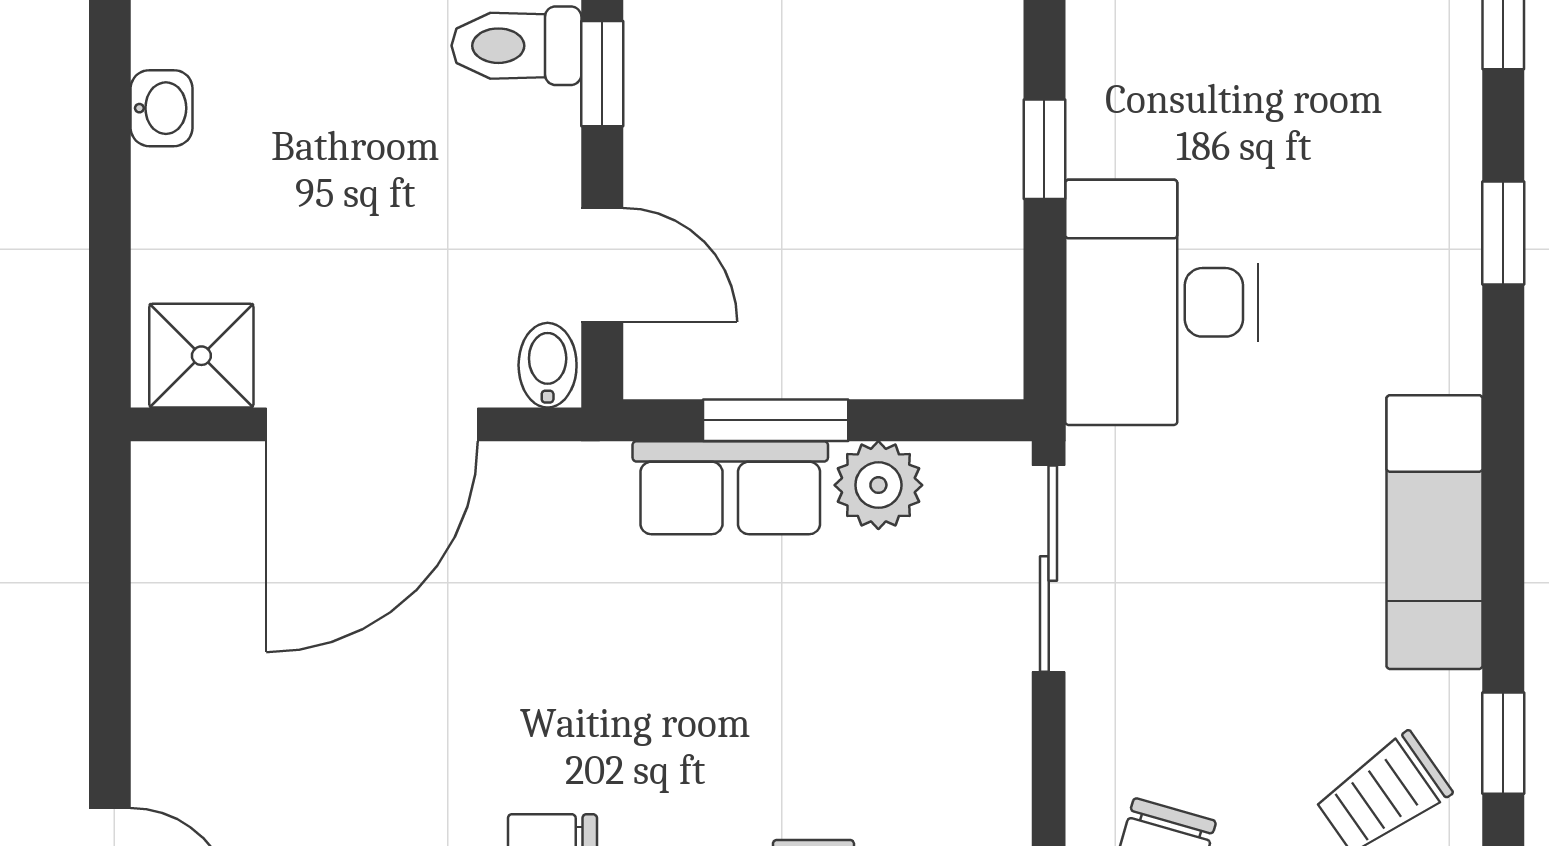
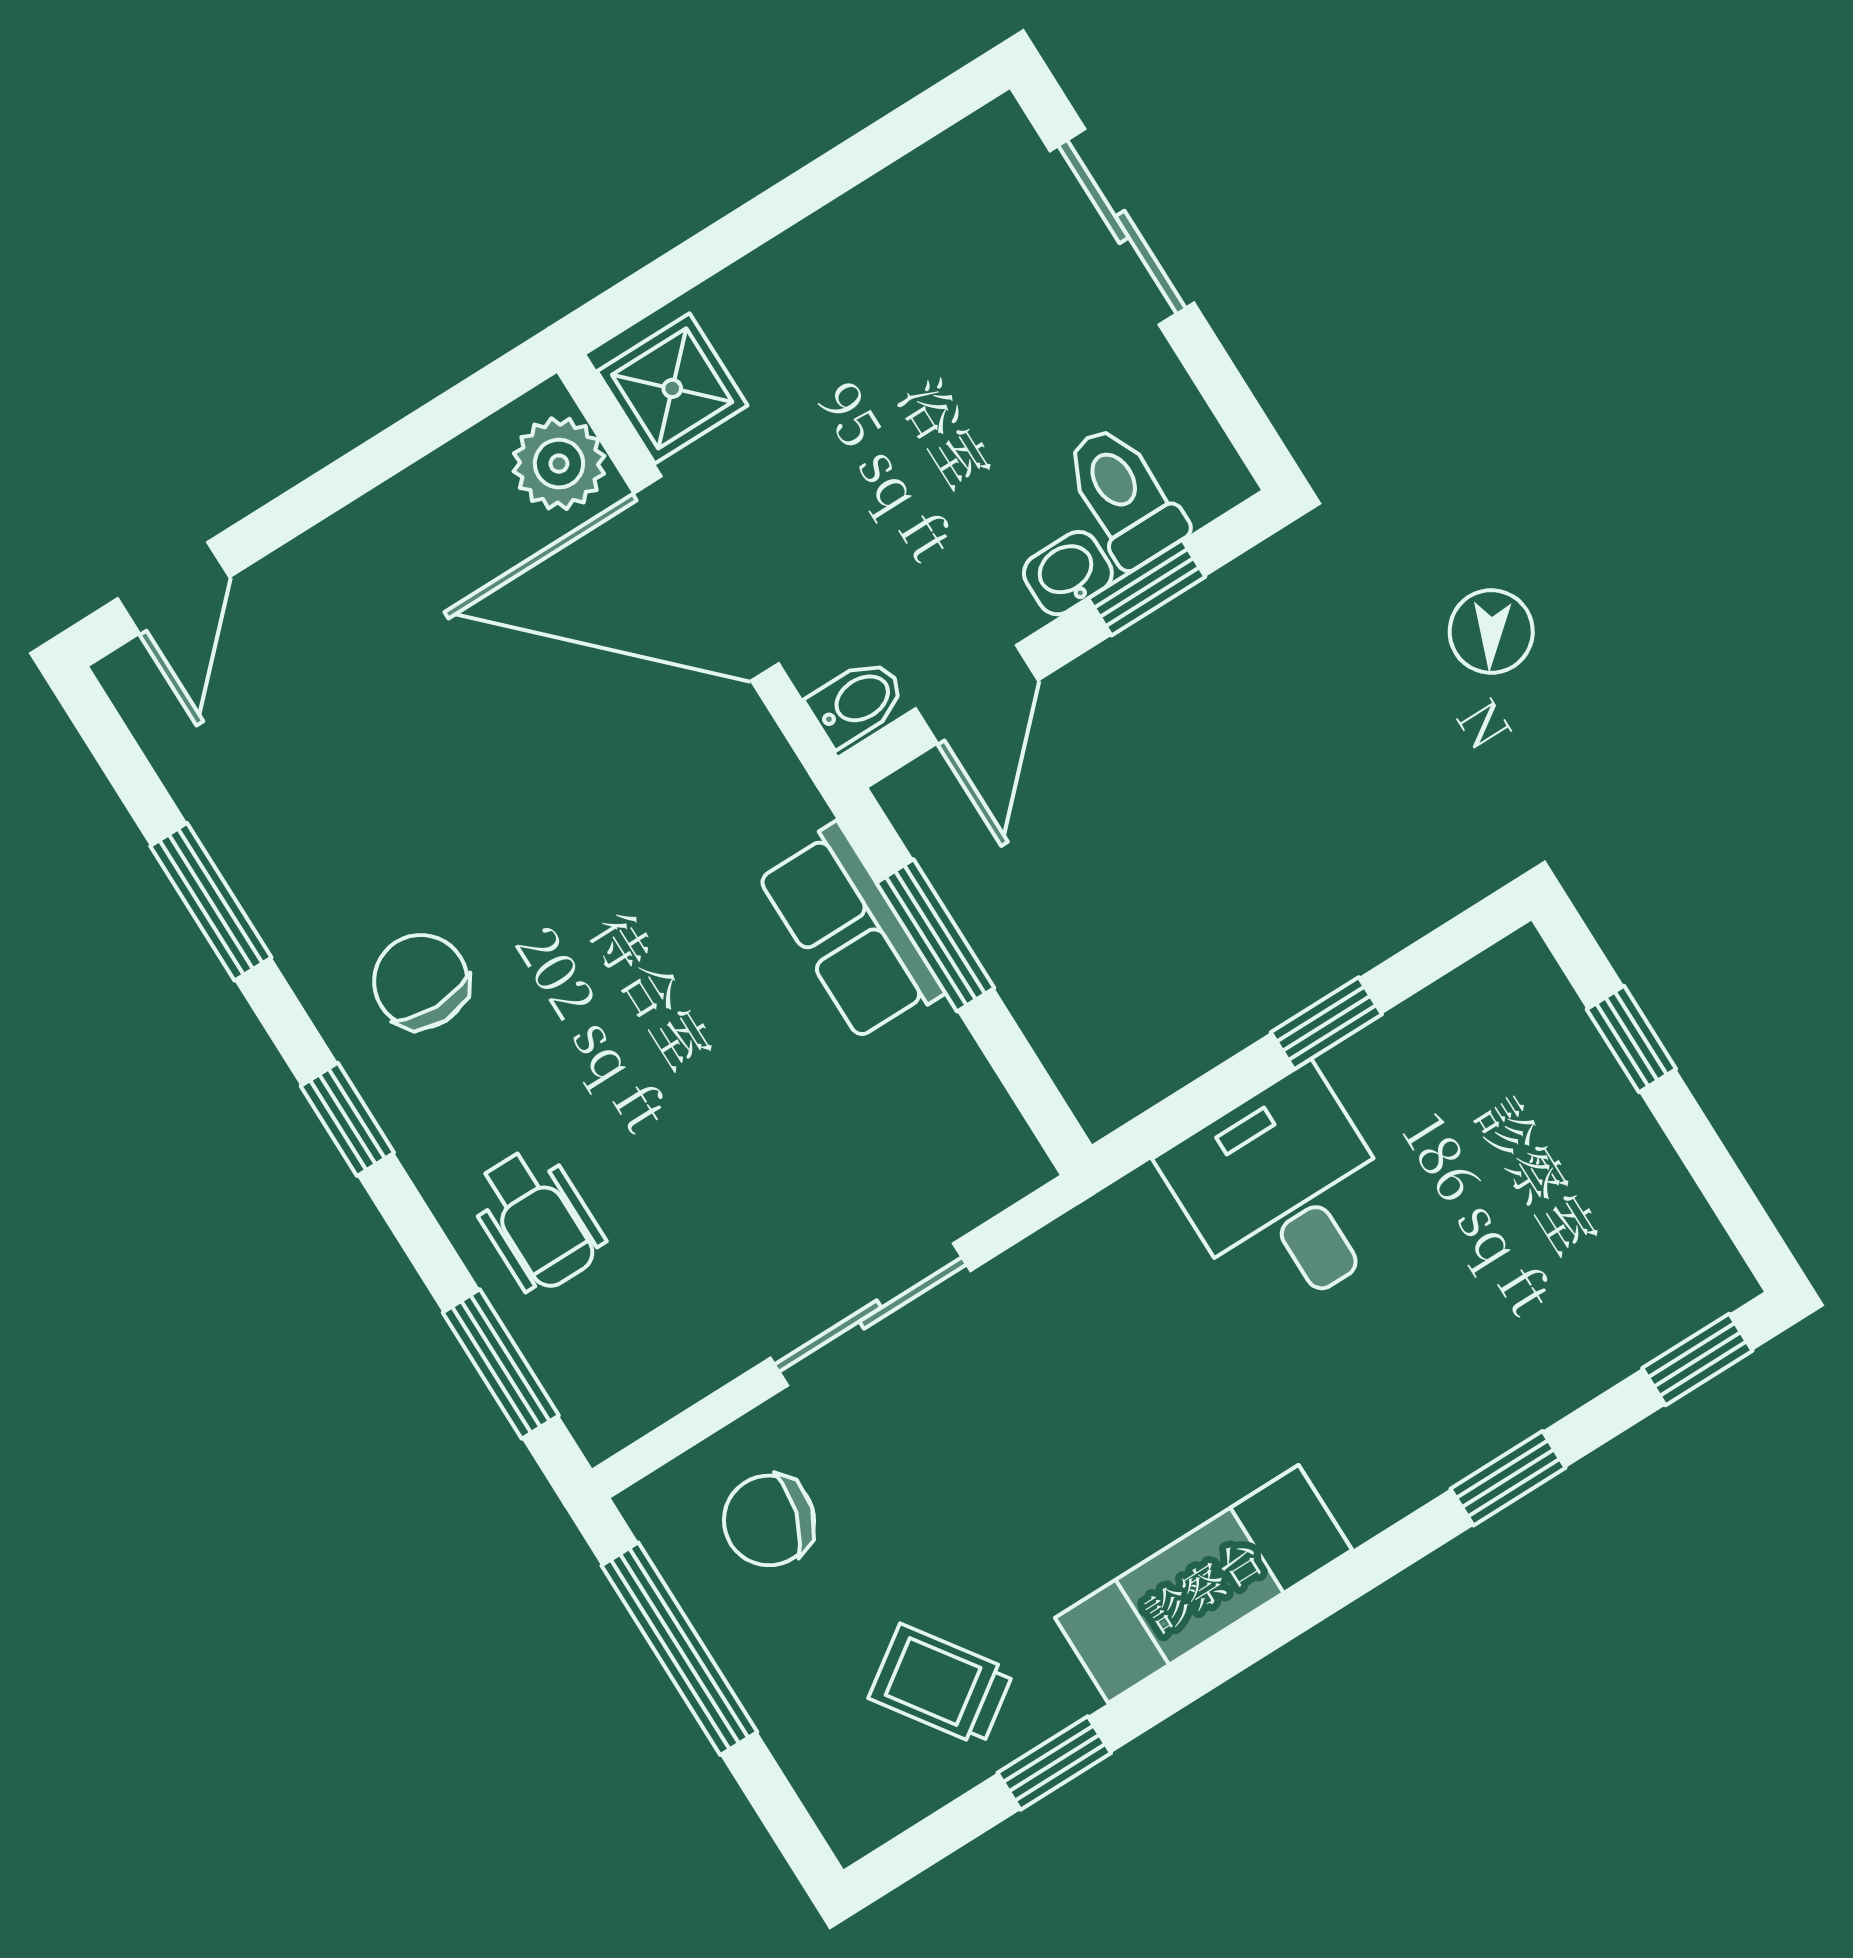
washbasin: (162, 108) -> (1068, 573), moved, turned 180
desk: (1162, 302) -> (1285, 1194), width x0.73
plant: (878, 485) -> (559, 464), moved
sliding door: (1049, 569) -> (870, 1314), moved

